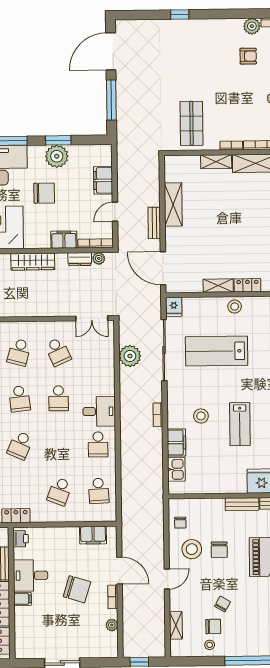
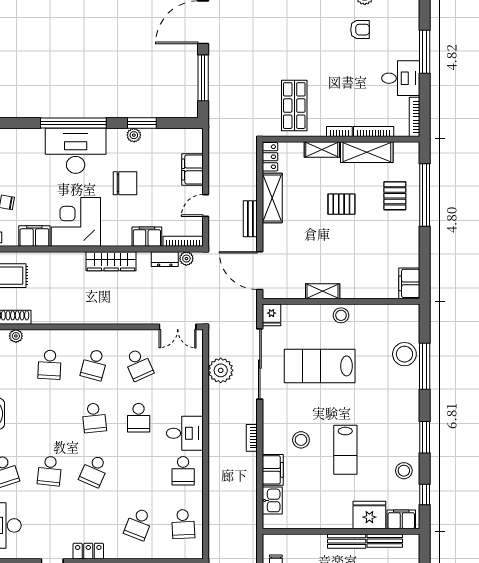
plant: (57, 156) -> (134, 135), width x0.53, depth x0.53
pallet: (234, 209) -> (341, 204), added
locker: (247, 285) -> (270, 157), moved, turned 90

